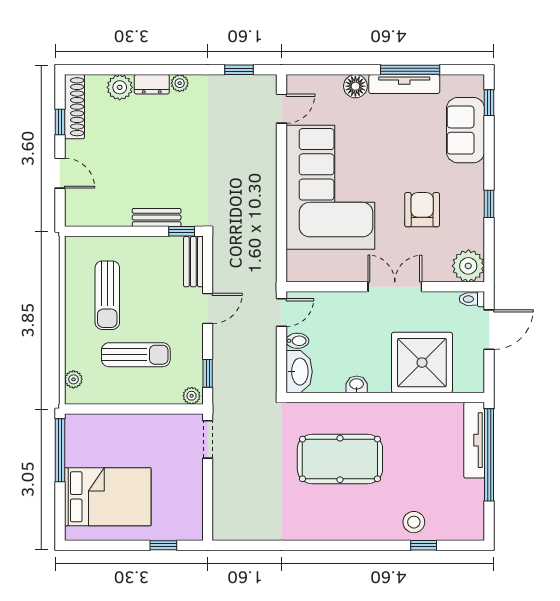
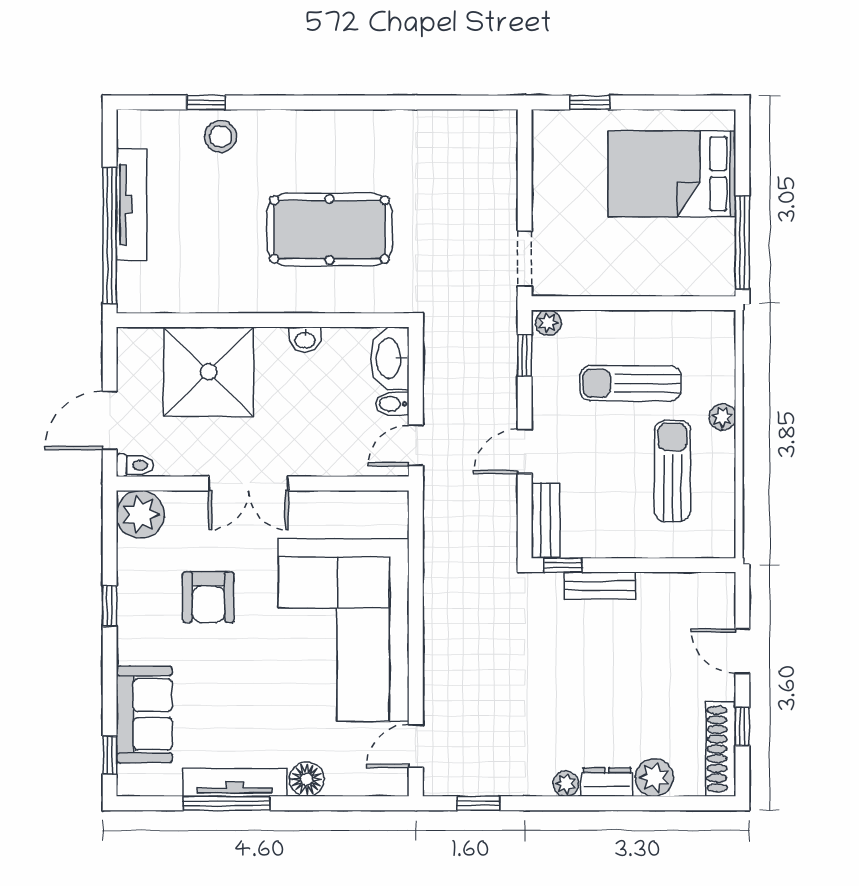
plant: (73, 379) -> (722, 417), moved
tv unit: (474, 440) -> (132, 204), moved

